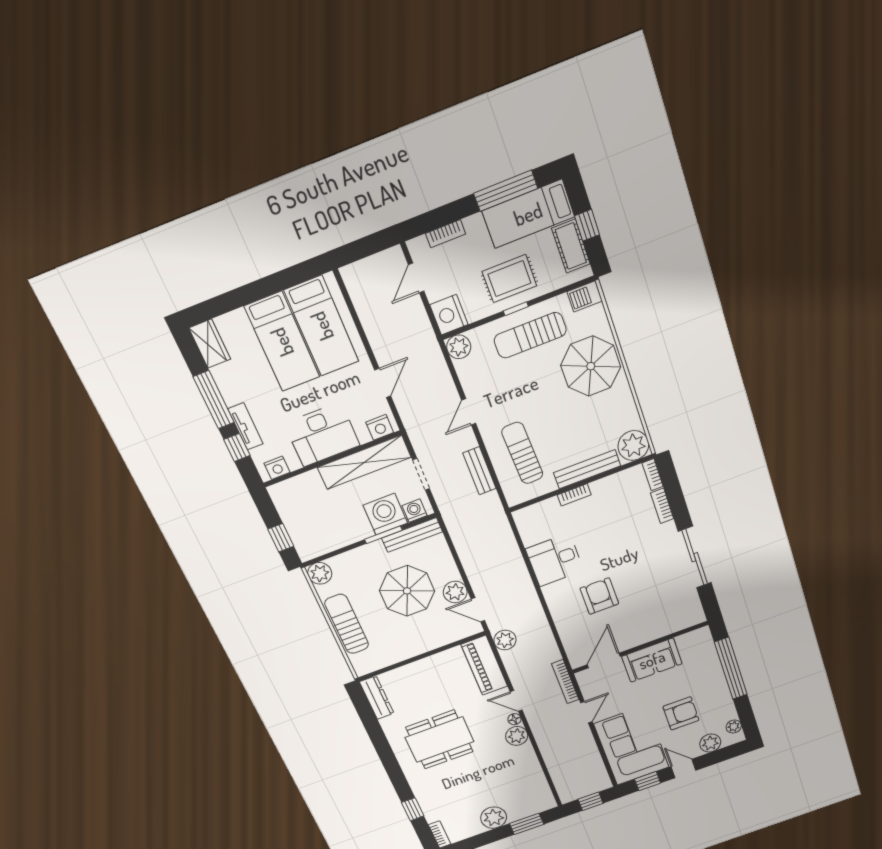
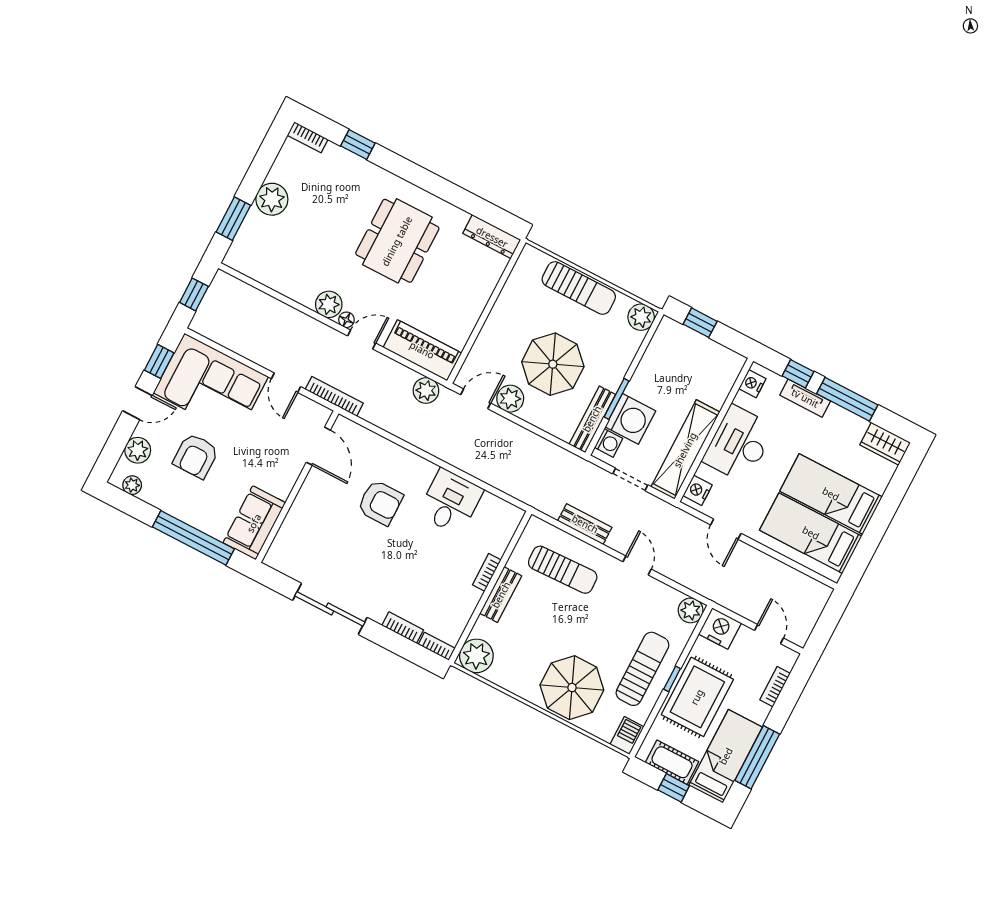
rug: (509, 279) -> (697, 697), width x1.36, depth x1.43
bench: (587, 469) -> (501, 595), width x0.73
sofa: (652, 660) -> (254, 523), moved

